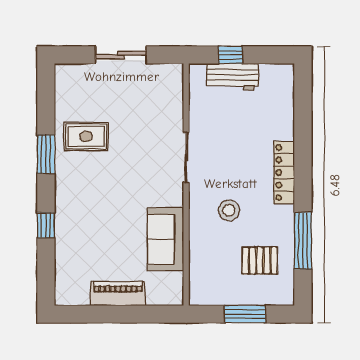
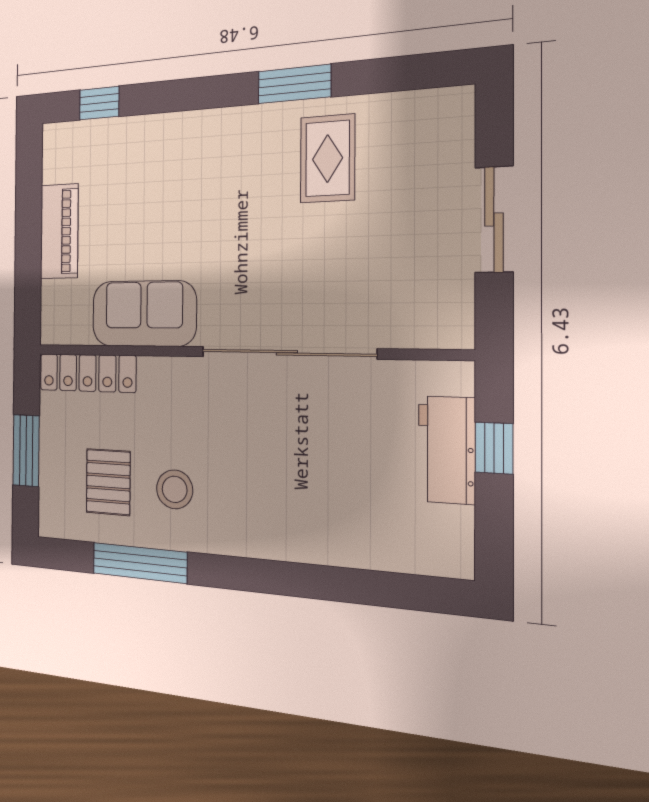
sliding door: (186, 157) -> (287, 353), width x1.86
locker: (284, 173) -> (88, 373), moved, turned 180
stool: (229, 210) -> (175, 489), moved
window: (46, 225) -> (99, 103), moved

